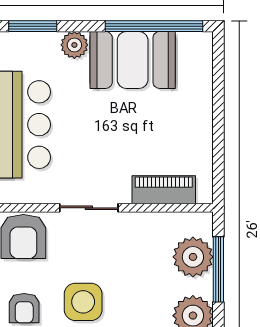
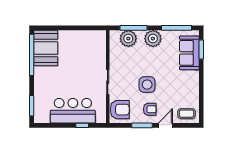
plant: (74, 45) -> (39, 88), removed
booth: (133, 60) -> (46, 48), moved
piano: (164, 190) -> (100, 51), removed

